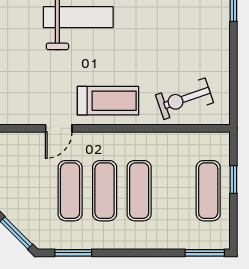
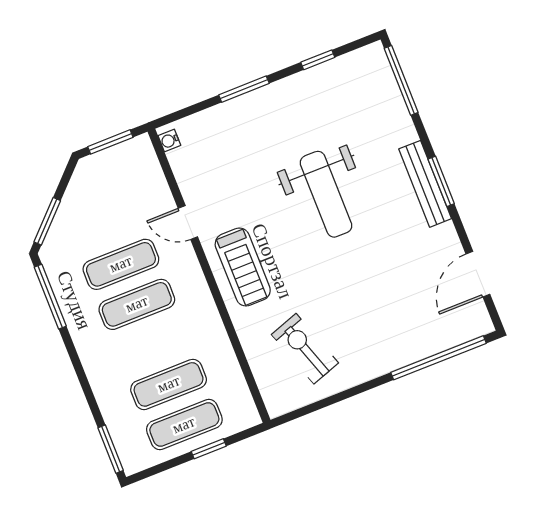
exercise bike: (184, 99) -> (305, 349), moved
exercise mat: (139, 191) -> (169, 384), moved
window: (73, 253) -> (50, 297), width x1.44

